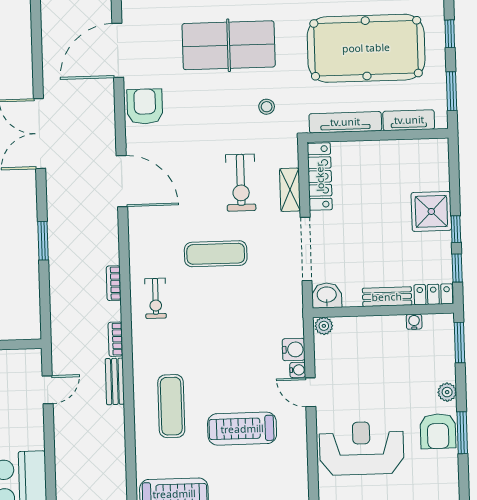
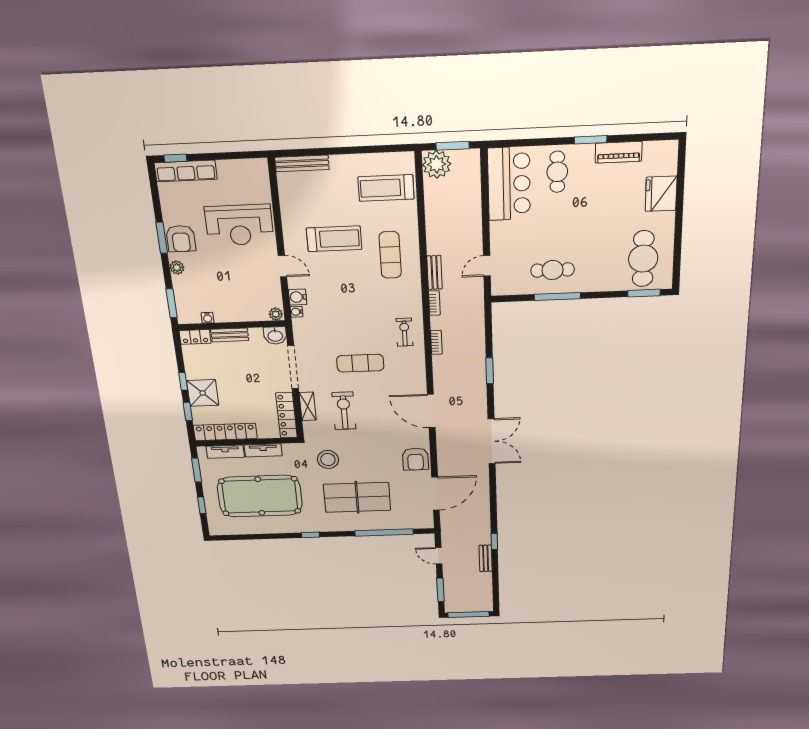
stool: (267, 107) -> (328, 460), width x1.89, depth x1.89
tv unit: (345, 122) -> (263, 450), width x0.71
locker: (406, 151) -> (225, 432), added
window: (457, 268) -> (188, 411), moved
water cooler: (298, 370) -> (296, 312), moved
armchair: (438, 431) -> (181, 239), turned 180

